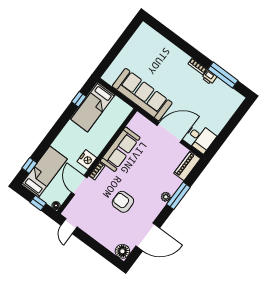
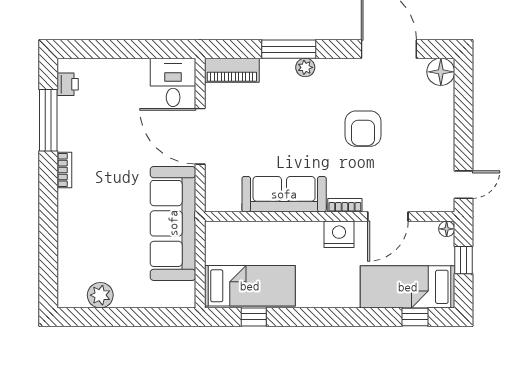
plant: (135, 43) -> (100, 295), added
printer: (209, 77) -> (68, 84), moved

